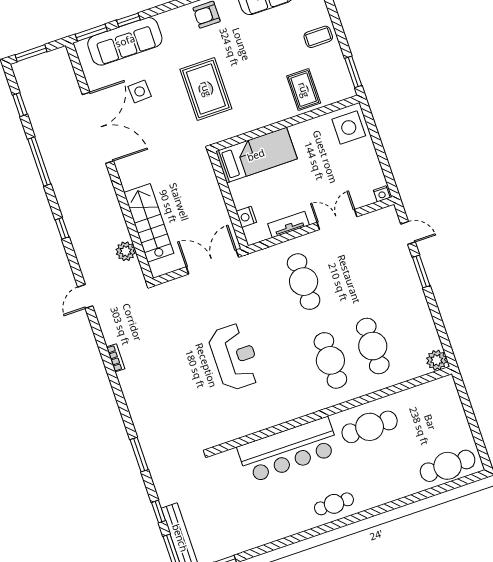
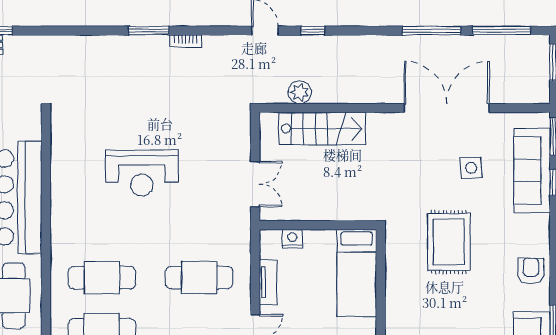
rug: (206, 89) -> (449, 242), turned 90
window: (20, 105) -> (502, 31), width x2.17
double door: (98, 128) -> (447, 108), swing flipped
window: (62, 228) -> (313, 31), moved
double door: (212, 262) -> (255, 184), width x0.73
window: (139, 455) -> (149, 31), moved

